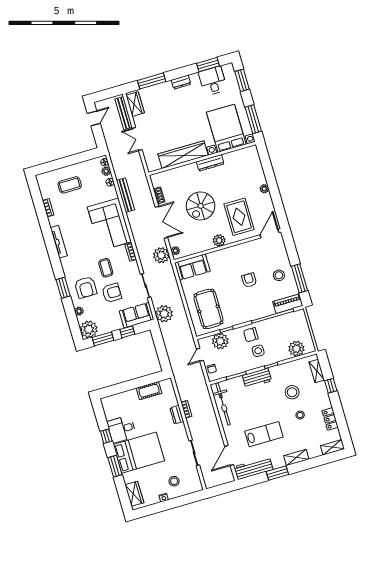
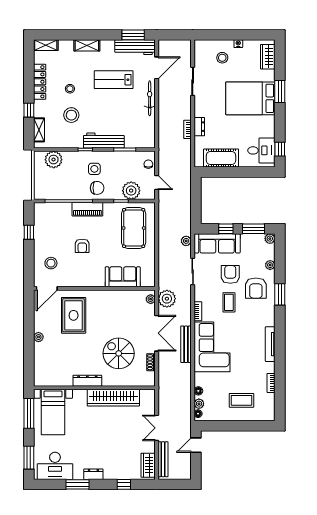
window: (208, 65) -> (77, 484), moved
window: (152, 81) -> (124, 484), width x0.46
desk: (213, 81) -> (55, 466), width x1.37
door: (94, 118) -> (196, 445), moved
bed with nightstands: (226, 128) -> (53, 412), width x0.73
double door: (137, 139) -> (157, 428), swing flipped
bench: (126, 195) -> (186, 344), moved
spiral stairs: (201, 206) -> (119, 353), moved, turned -90
double door: (161, 222) -> (157, 333), swing flipped
plant: (219, 240) -> (102, 297), removed
sofa: (192, 267) -> (123, 277), moved
stool: (279, 275) -> (51, 263), moved
window: (300, 278) -> (29, 232), width x0.46
armchair: (86, 287) -> (256, 288), turned 180
armchair: (112, 293) -> (230, 274), turned 90
piano: (288, 304) -> (87, 209), moved
plant: (164, 314) -> (186, 241), width x0.53, depth x0.53
sofa: (137, 315) -> (217, 243), width x1.36
plant: (89, 329) -> (270, 239), width x0.53, depth x0.53
door: (200, 355) -> (157, 183), hinge flipped
workbench: (257, 378) -> (104, 140), width x1.38
cot: (149, 391) -> (221, 158), width x1.37, depth x1.34
bicycle: (223, 404) -> (150, 98), moved, width x0.73, depth x0.71
locker: (330, 419) -> (40, 82), width x1.53
desk: (122, 429) -> (261, 150), moved
window: (106, 436) -> (280, 149), moved
window: (277, 473) -> (133, 35), moved

